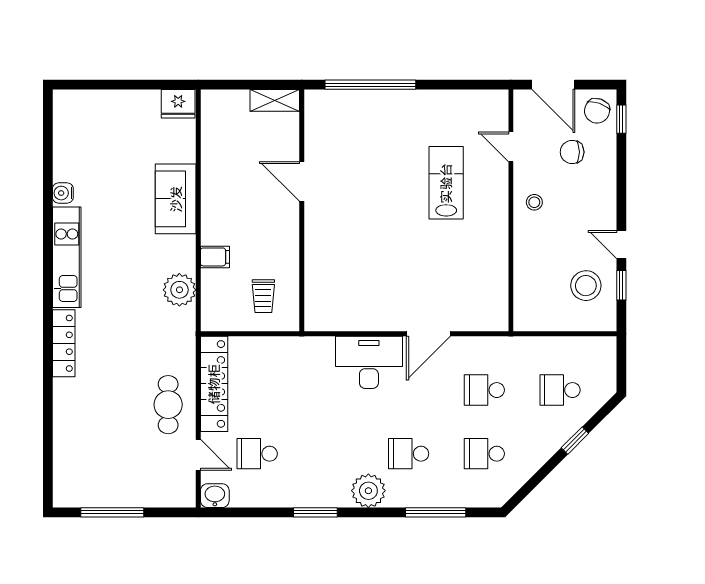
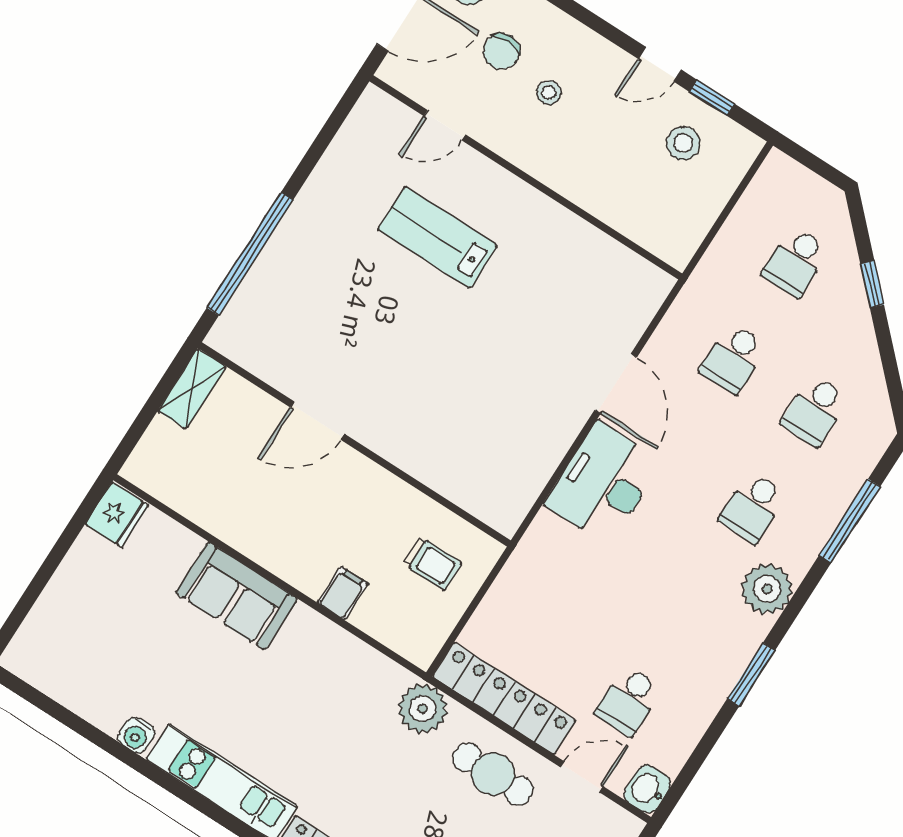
stool: (534, 202) -> (549, 92), moved
stool: (586, 286) -> (683, 143), width x0.73, depth x0.73
plant: (179, 290) -> (423, 709), moved

